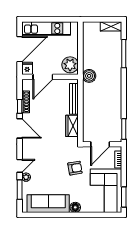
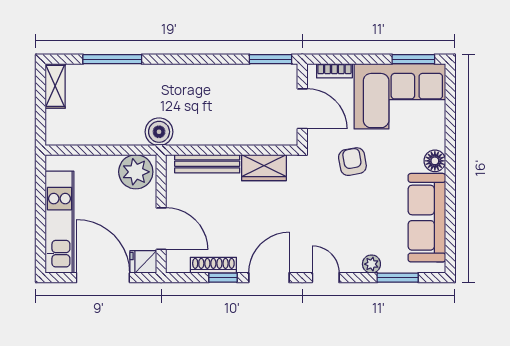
door: (20, 166) -> (326, 278), moved

